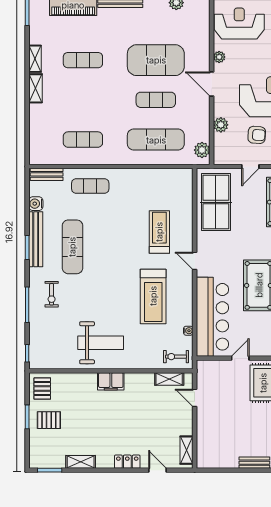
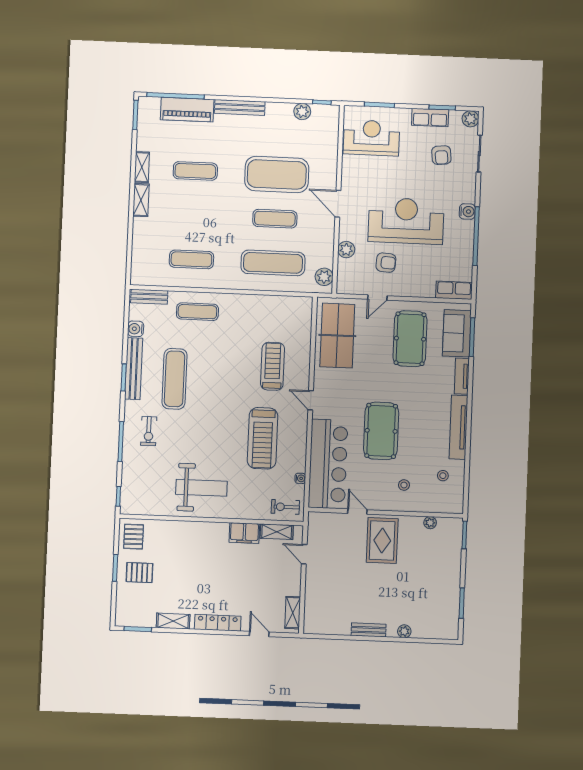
plant: (219, 57) -> (348, 174), removed
door: (240, 358) -> (357, 512), hinge flipped
filing cabinet: (111, 381) -> (244, 533), moved
locker: (127, 462) -> (218, 623), width x1.53

